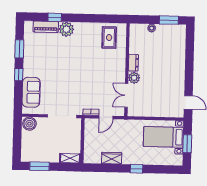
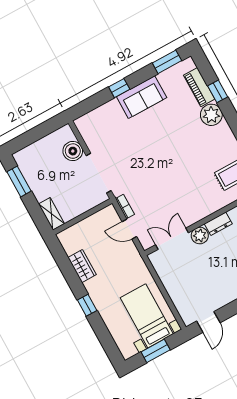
window: (19, 49) -> (167, 62), moved
sofa: (31, 92) -> (142, 97), moved
boiler: (29, 124) -> (73, 151), moved

